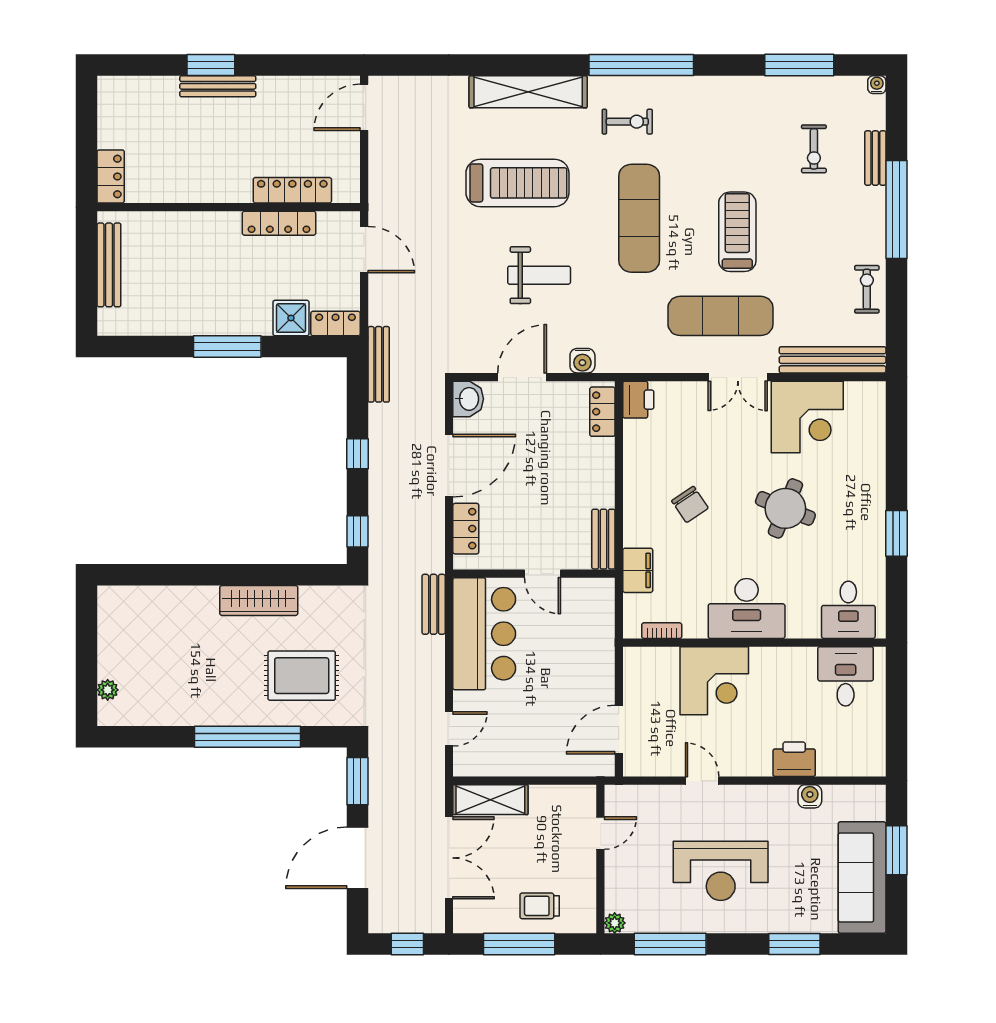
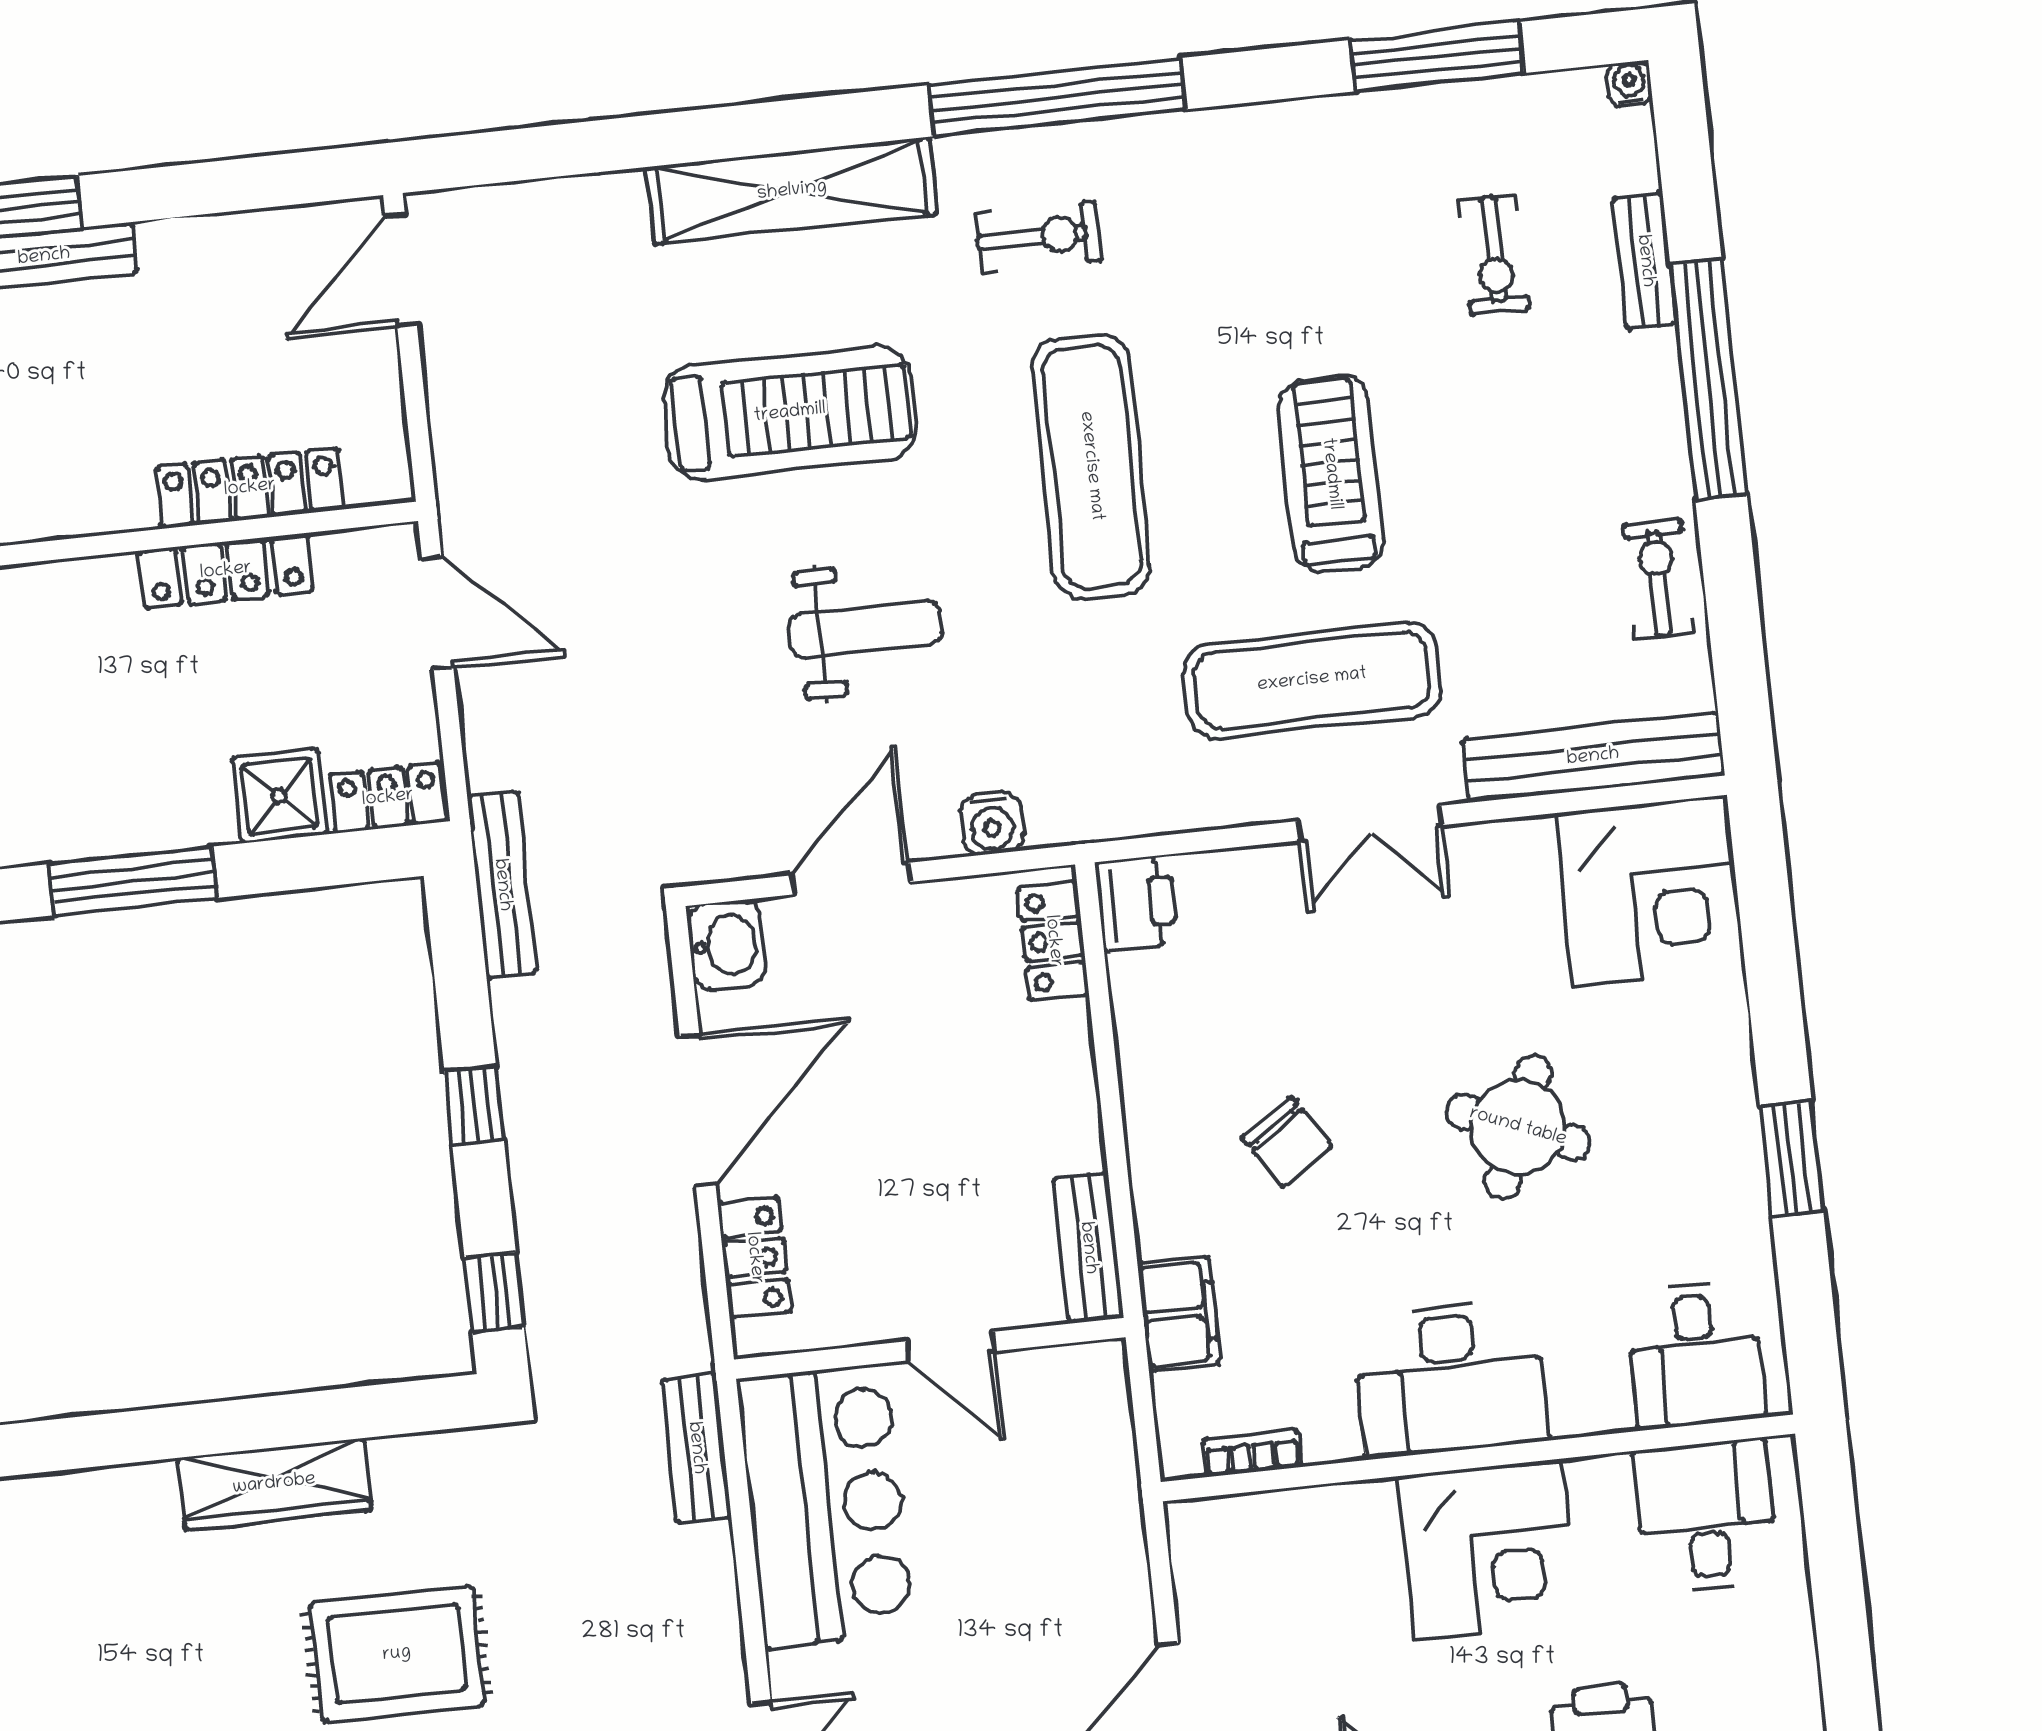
corner desk: (807, 417) -> (1650, 890), moved
corner desk: (714, 681) -> (1488, 1550), moved

